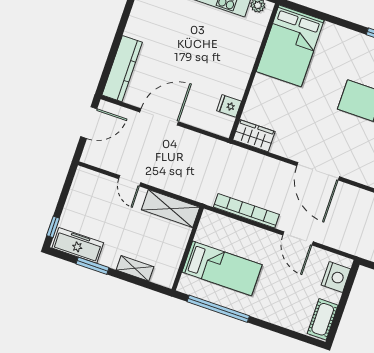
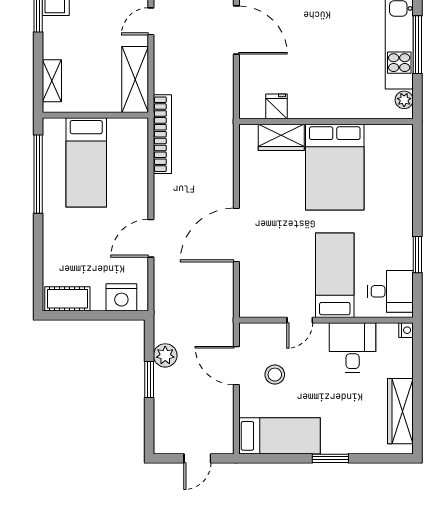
bed: (290, 46) -> (335, 167), moved, turned -90
wardrobe: (254, 136) -> (281, 137), moved, turned 90
bookcase: (246, 211) -> (162, 134), moved
shelving: (135, 268) -> (52, 81), moved

